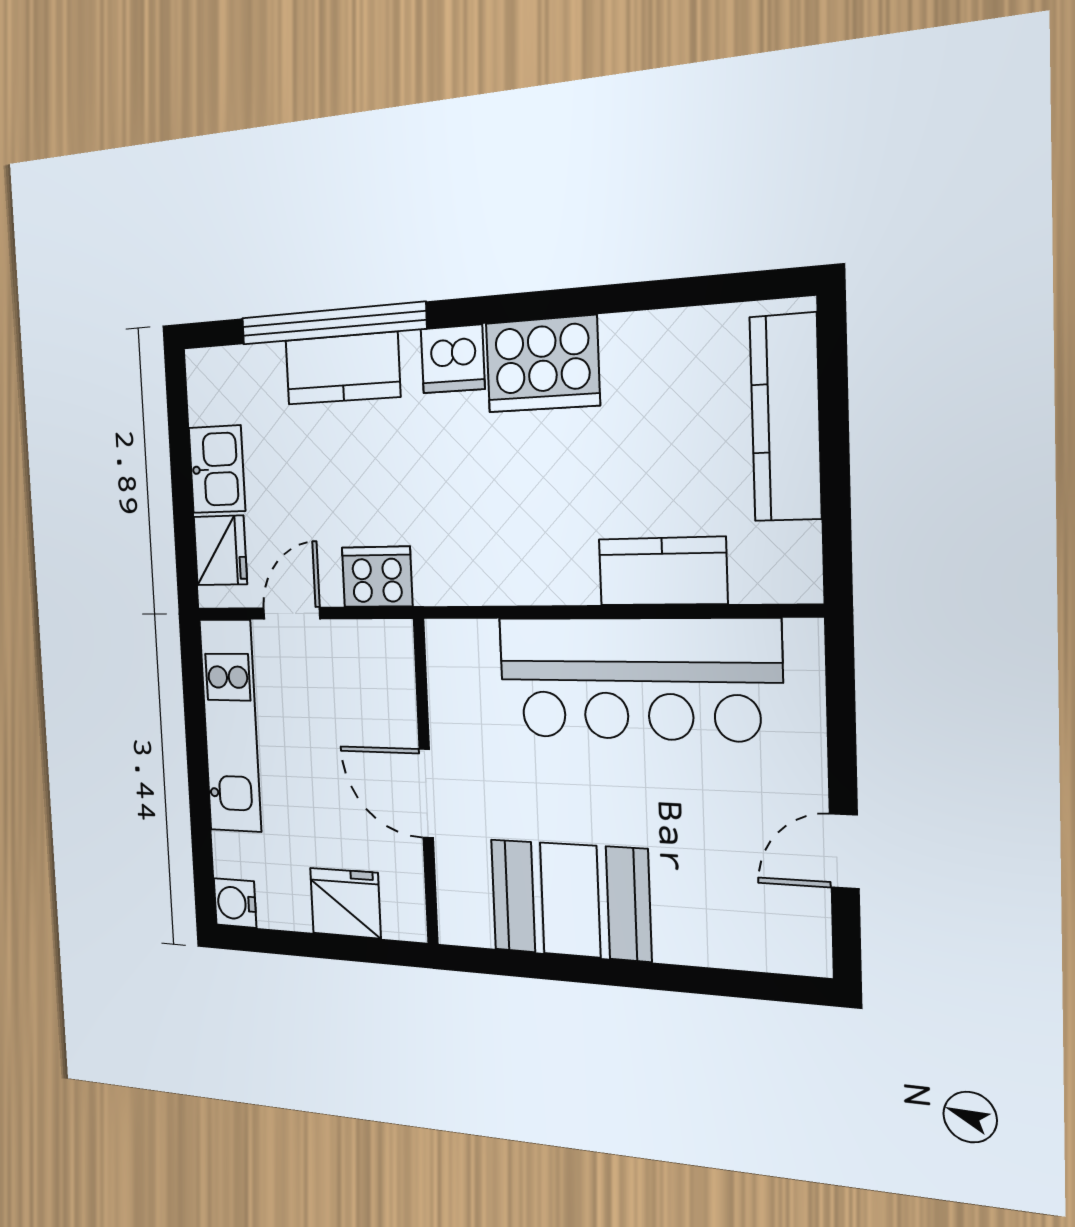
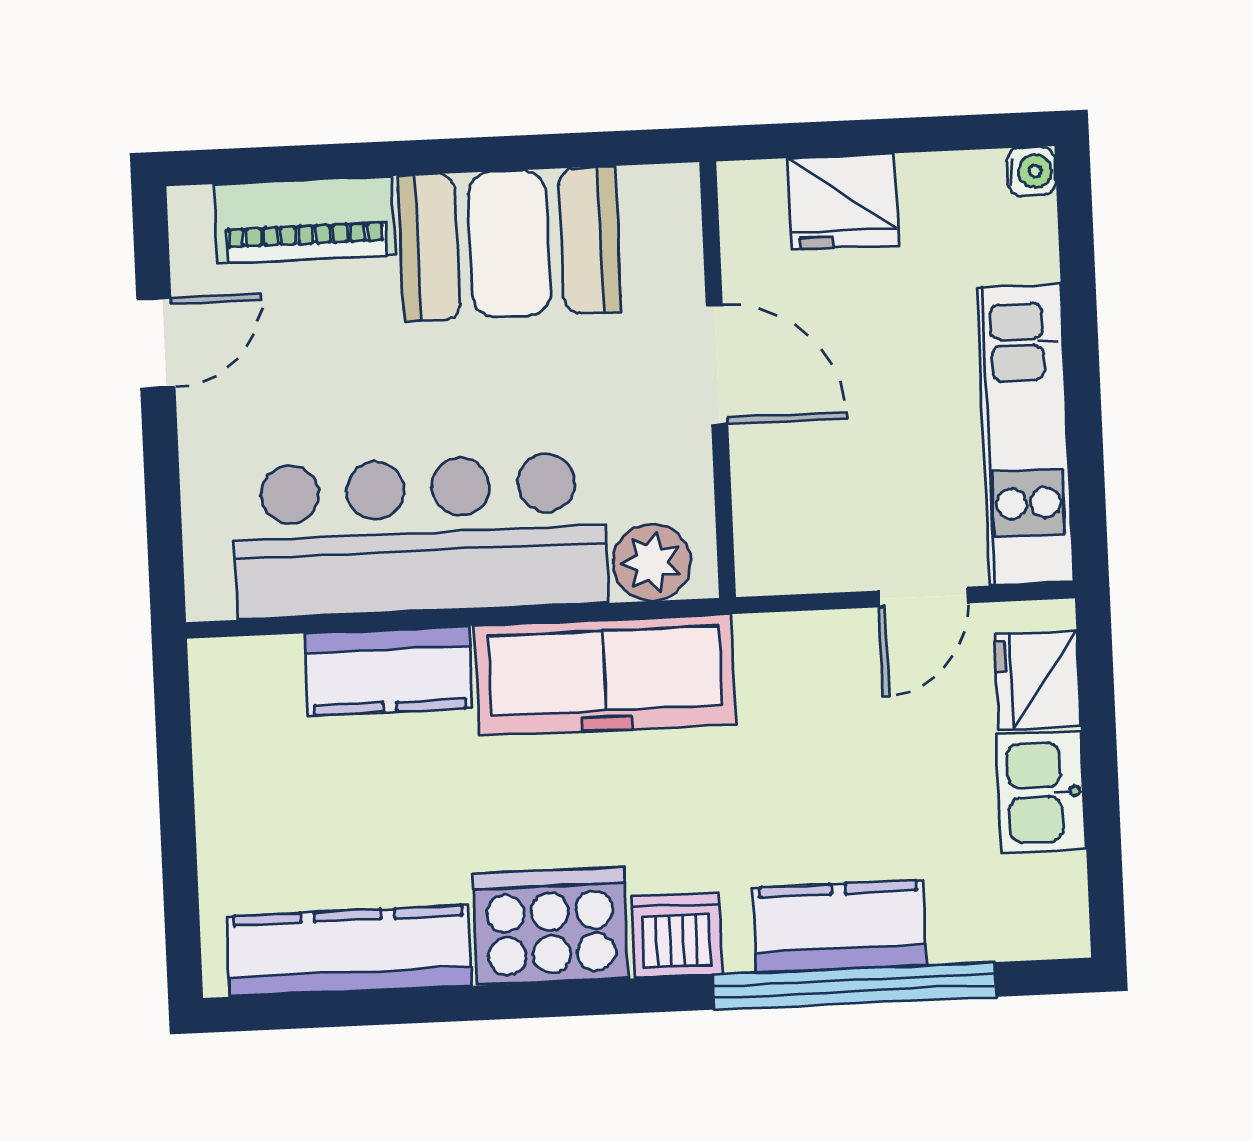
kitchen counter: (786, 418) -> (349, 951), moved, turned -90
freezer: (503, 563) -> (605, 675), added
cooker: (377, 577) -> (790, 651), removed
plant: (470, 648) -> (652, 562), added
water cooler: (235, 903) -> (1031, 171), width x0.72, depth x0.72
piano: (723, 937) -> (305, 220), added

